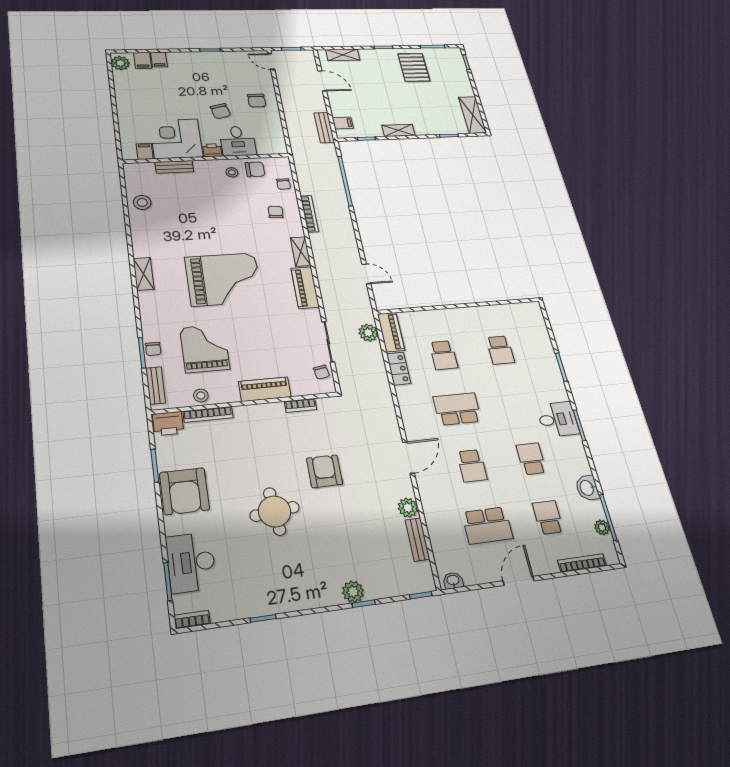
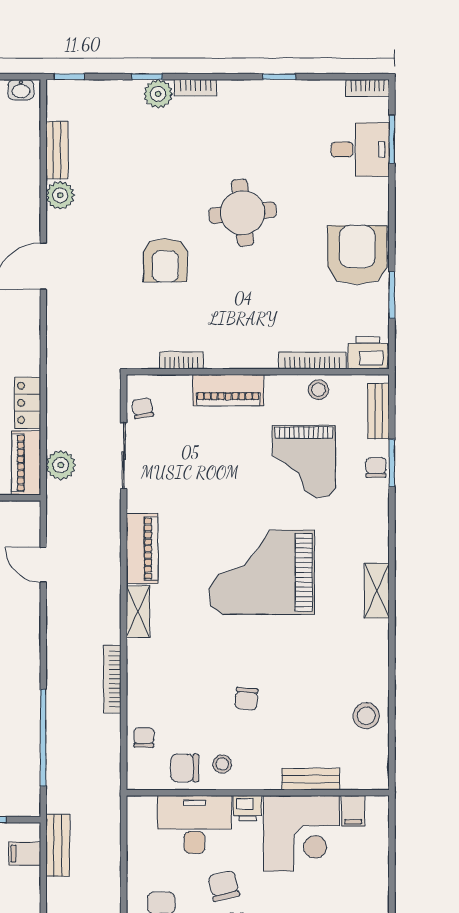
desk: (238, 141) -> (194, 824), width x1.37
chair: (276, 212) -> (246, 699), moved
desk: (191, 562) -> (360, 150), width x0.73
bookcase: (326, 600) -> (196, 88), added

